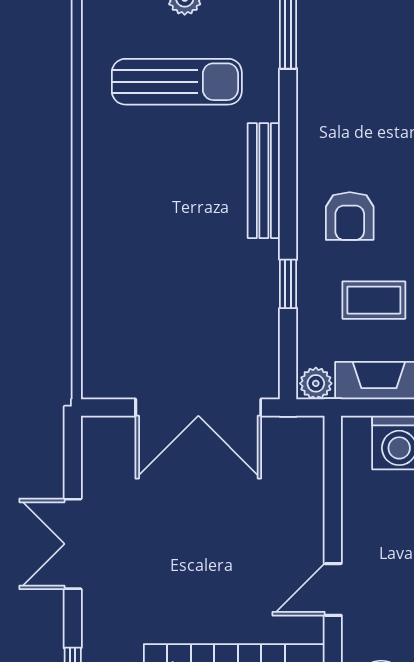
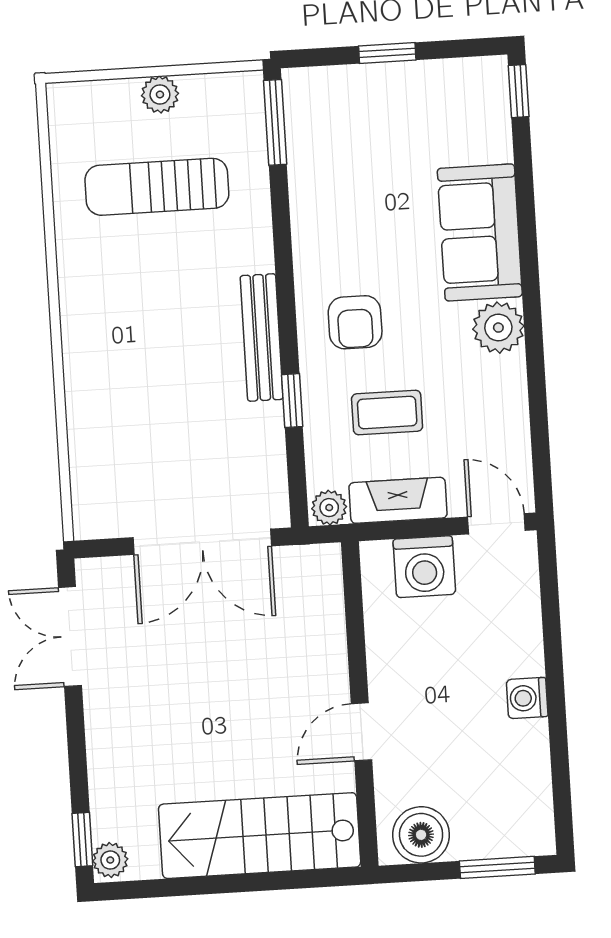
sun lounger: (177, 82) -> (157, 187), turned 180
bench: (264, 181) -> (262, 337), moved
double door: (73, 544) -> (70, 637), moved

